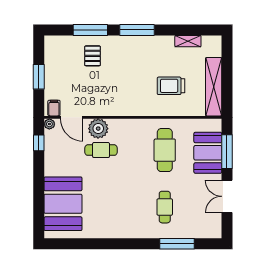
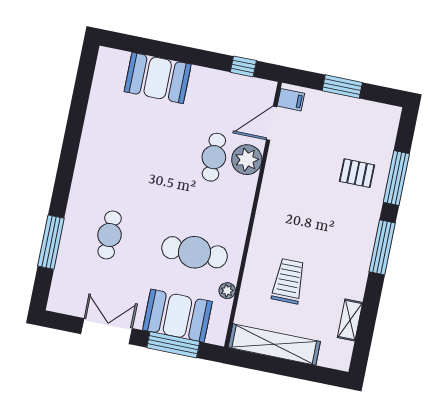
plant: (49, 124) -> (227, 291), moved
booth: (63, 204) -> (158, 78), width x0.73, depth x0.70
cafe table: (165, 207) -> (110, 235), turned 90

